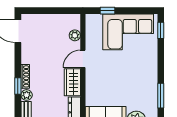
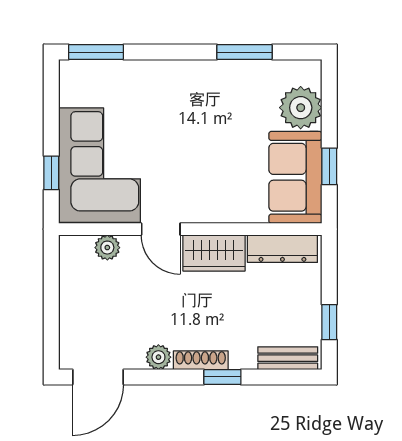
window: (161, 30) -> (96, 52), width x1.50
corner sofa: (128, 32) -> (99, 165), moved
plant: (27, 95) -> (158, 357), moved

